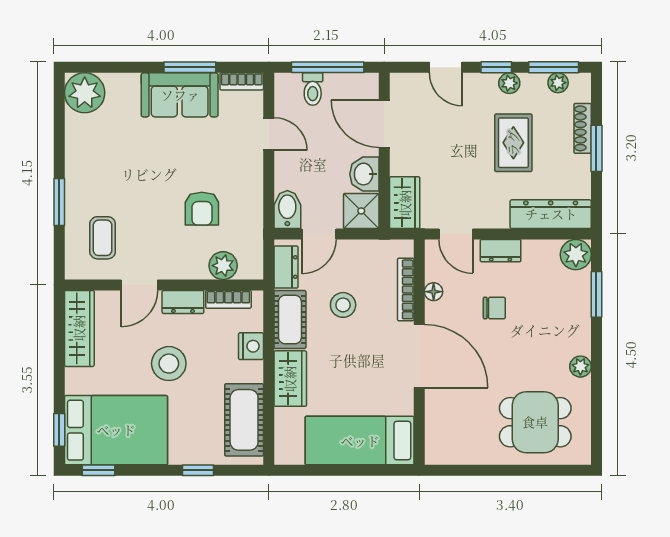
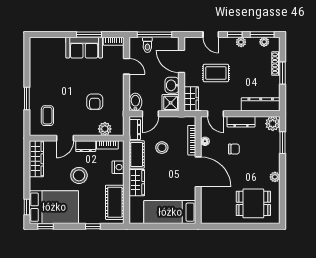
plant: (85, 93) -> (39, 47), removed
rug: (513, 143) -> (216, 73), moved, turned 90
dresser: (501, 251) -> (241, 122), width x1.44

